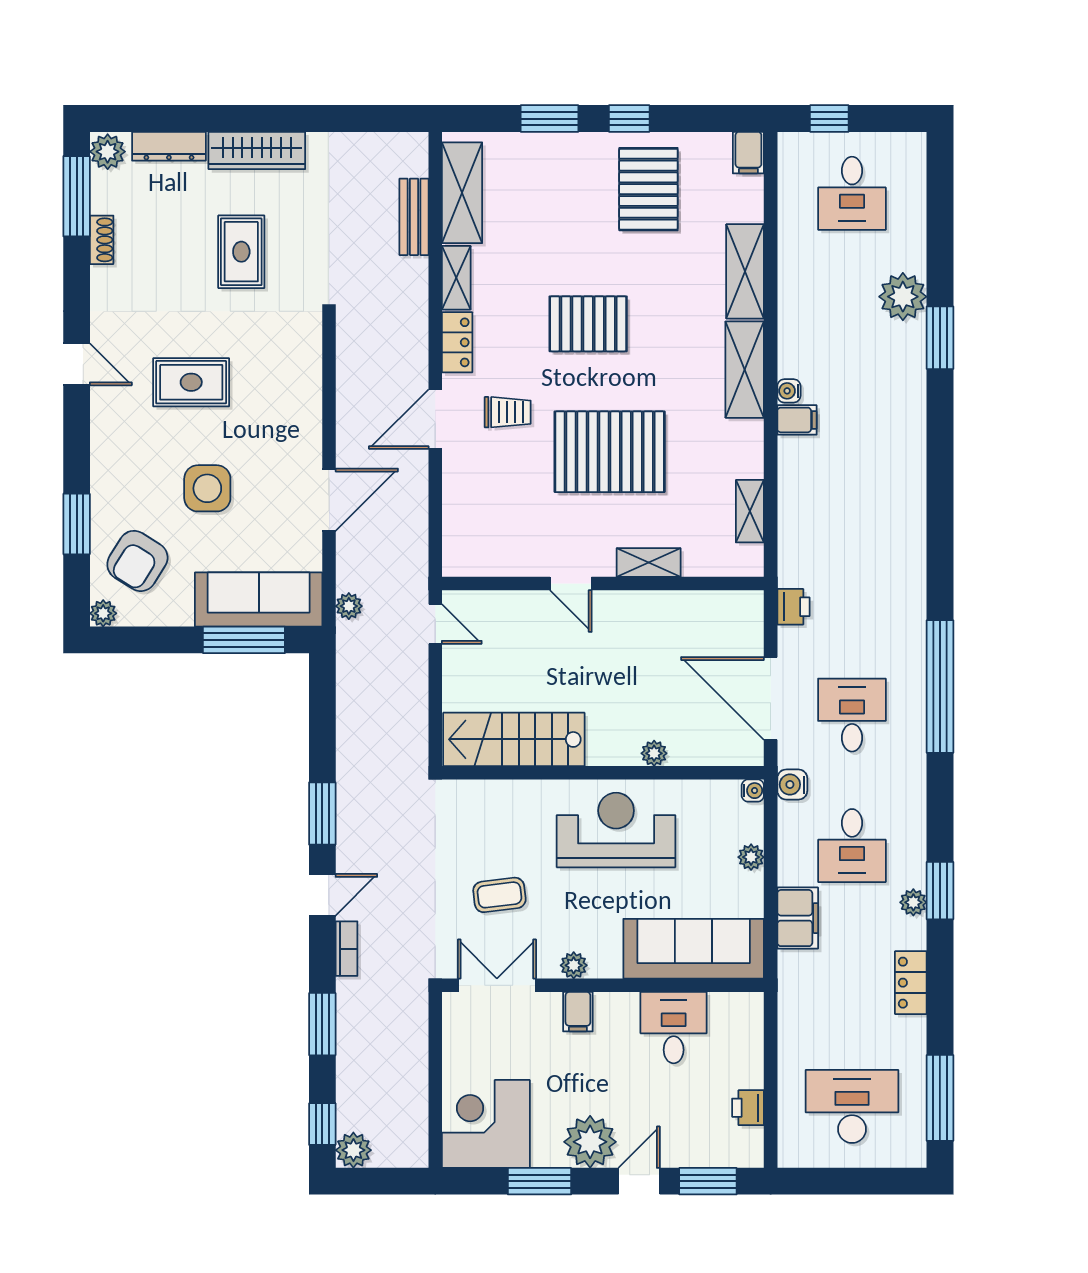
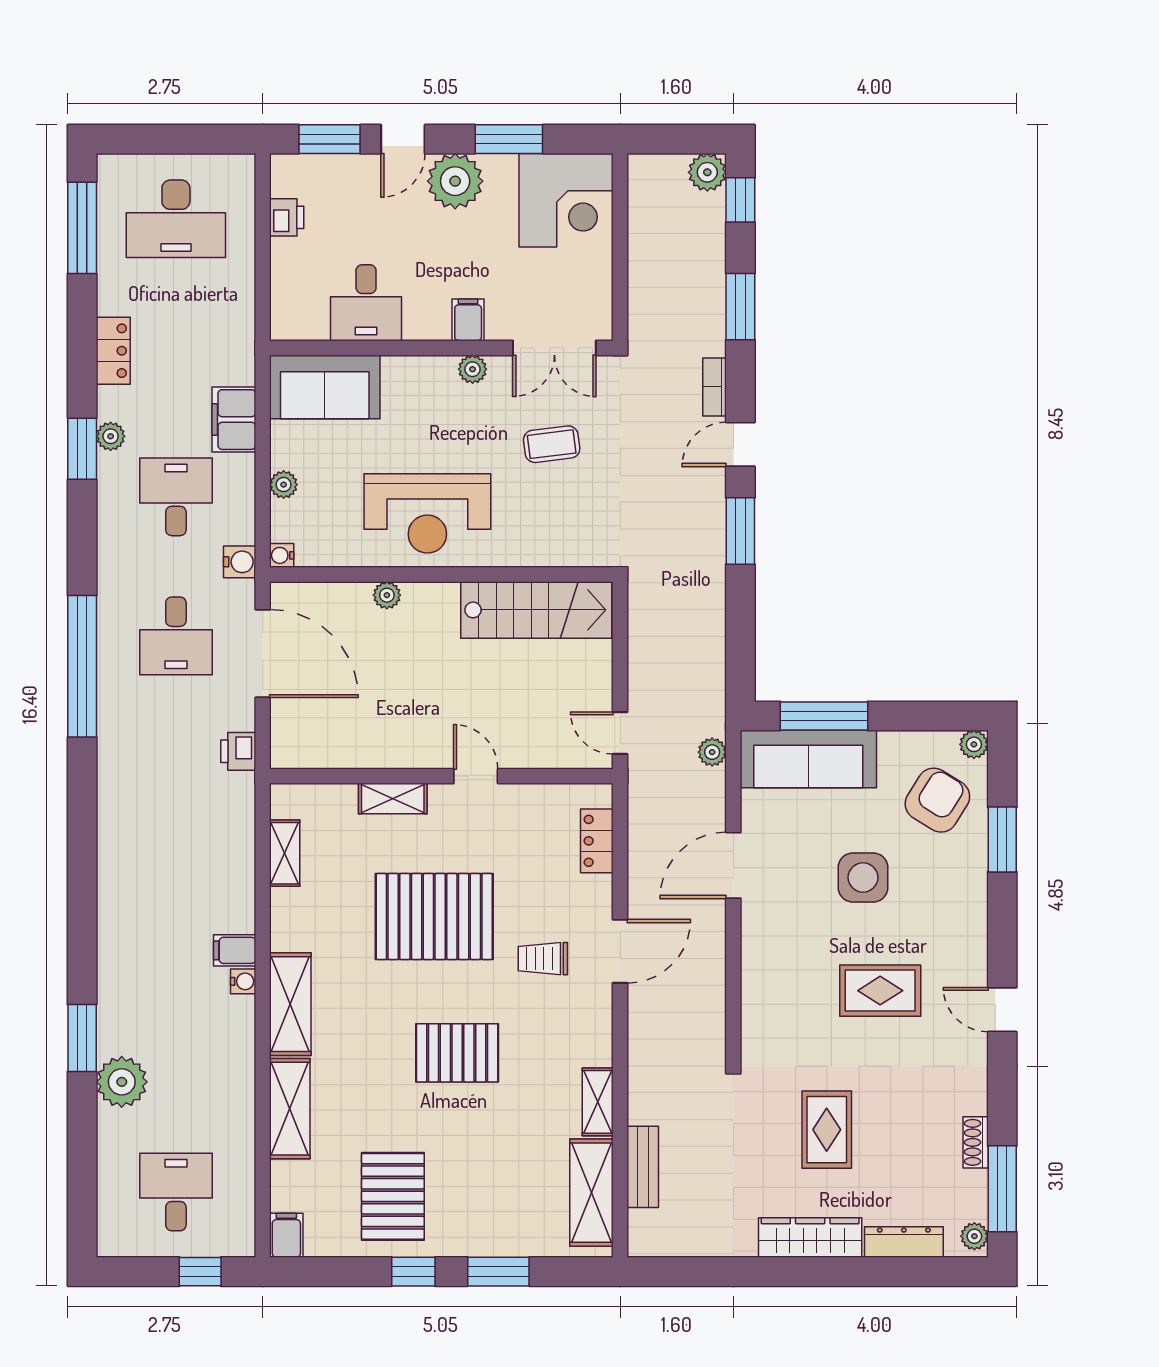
plant: (108, 152) -> (974, 1236), width x0.73, depth x0.73
locker: (457, 342) -> (597, 841), moved
sofa: (694, 949) -> (325, 387), width x0.73

